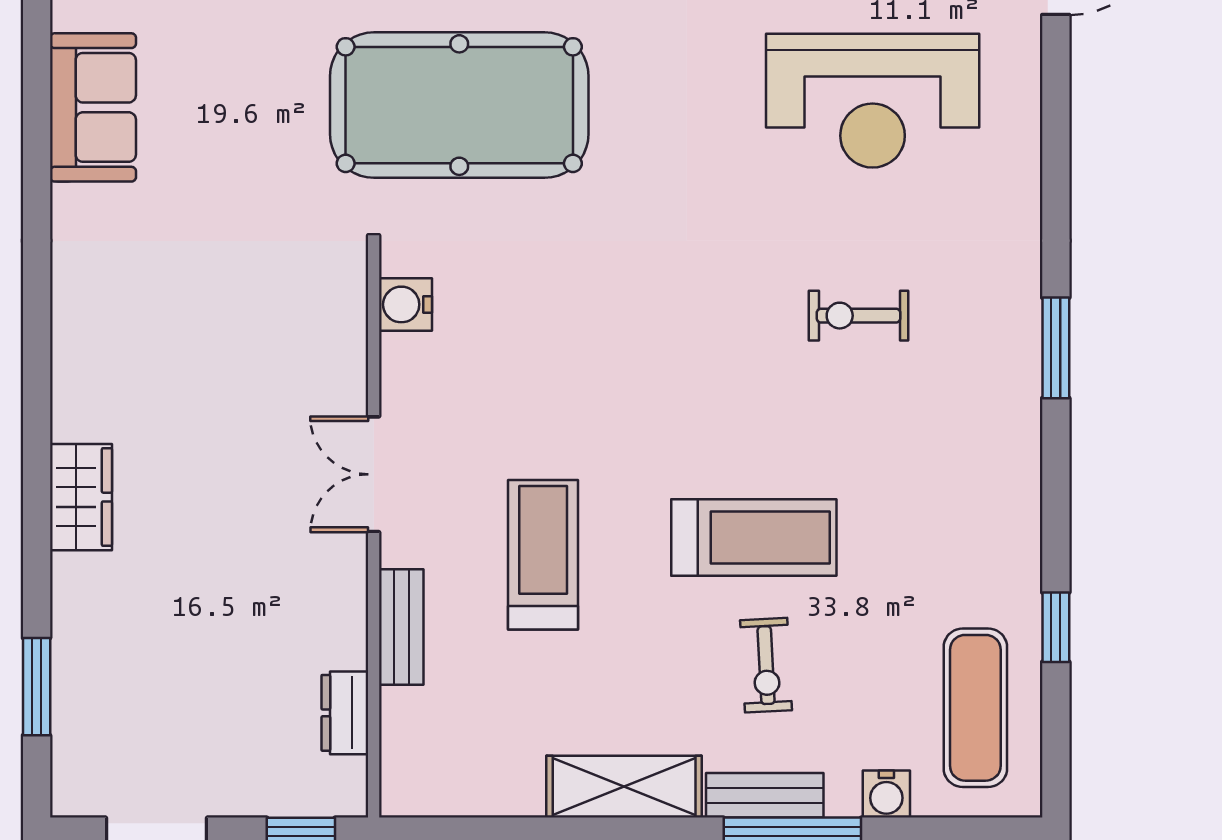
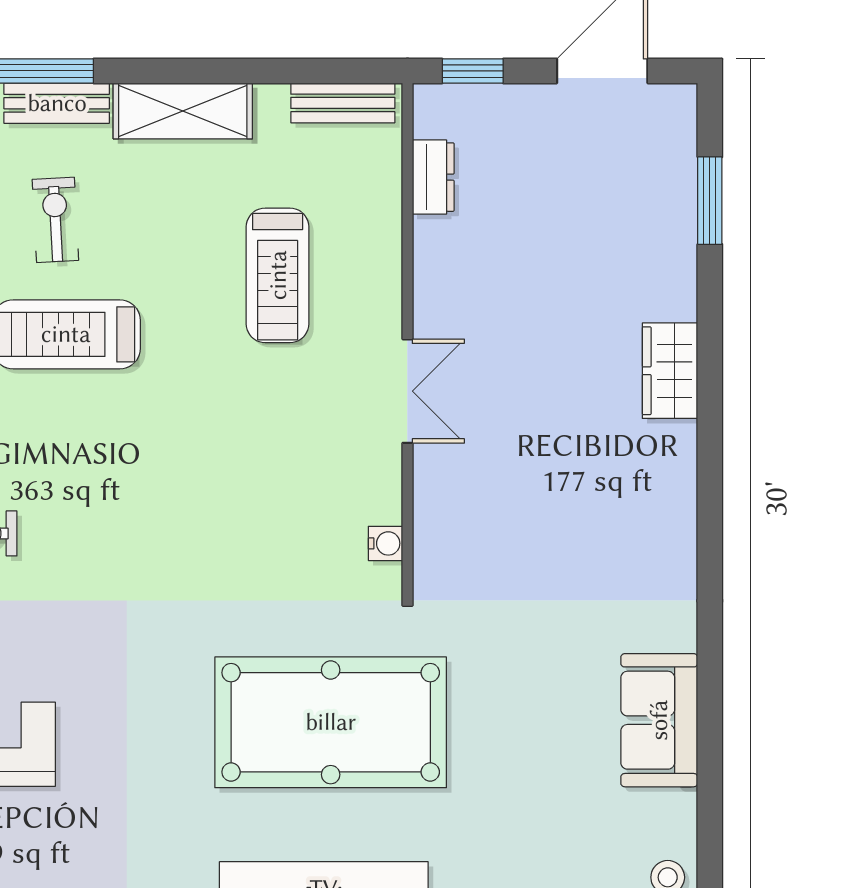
water cooler: (405, 304) -> (385, 543), width x0.72, depth x0.72
treadmill: (543, 555) -> (278, 275), moved
bench: (401, 627) -> (343, 103), moved, turned 90

